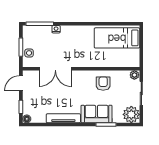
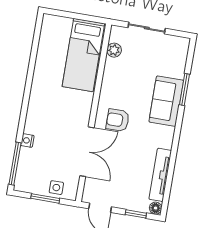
bed: (117, 38) -> (83, 55), moved
plant: (134, 75) -> (114, 50), moved
armchair: (103, 84) -> (118, 120), moved
plant: (131, 114) -> (176, 49), removed
tv unit: (63, 118) -> (160, 175), moved

